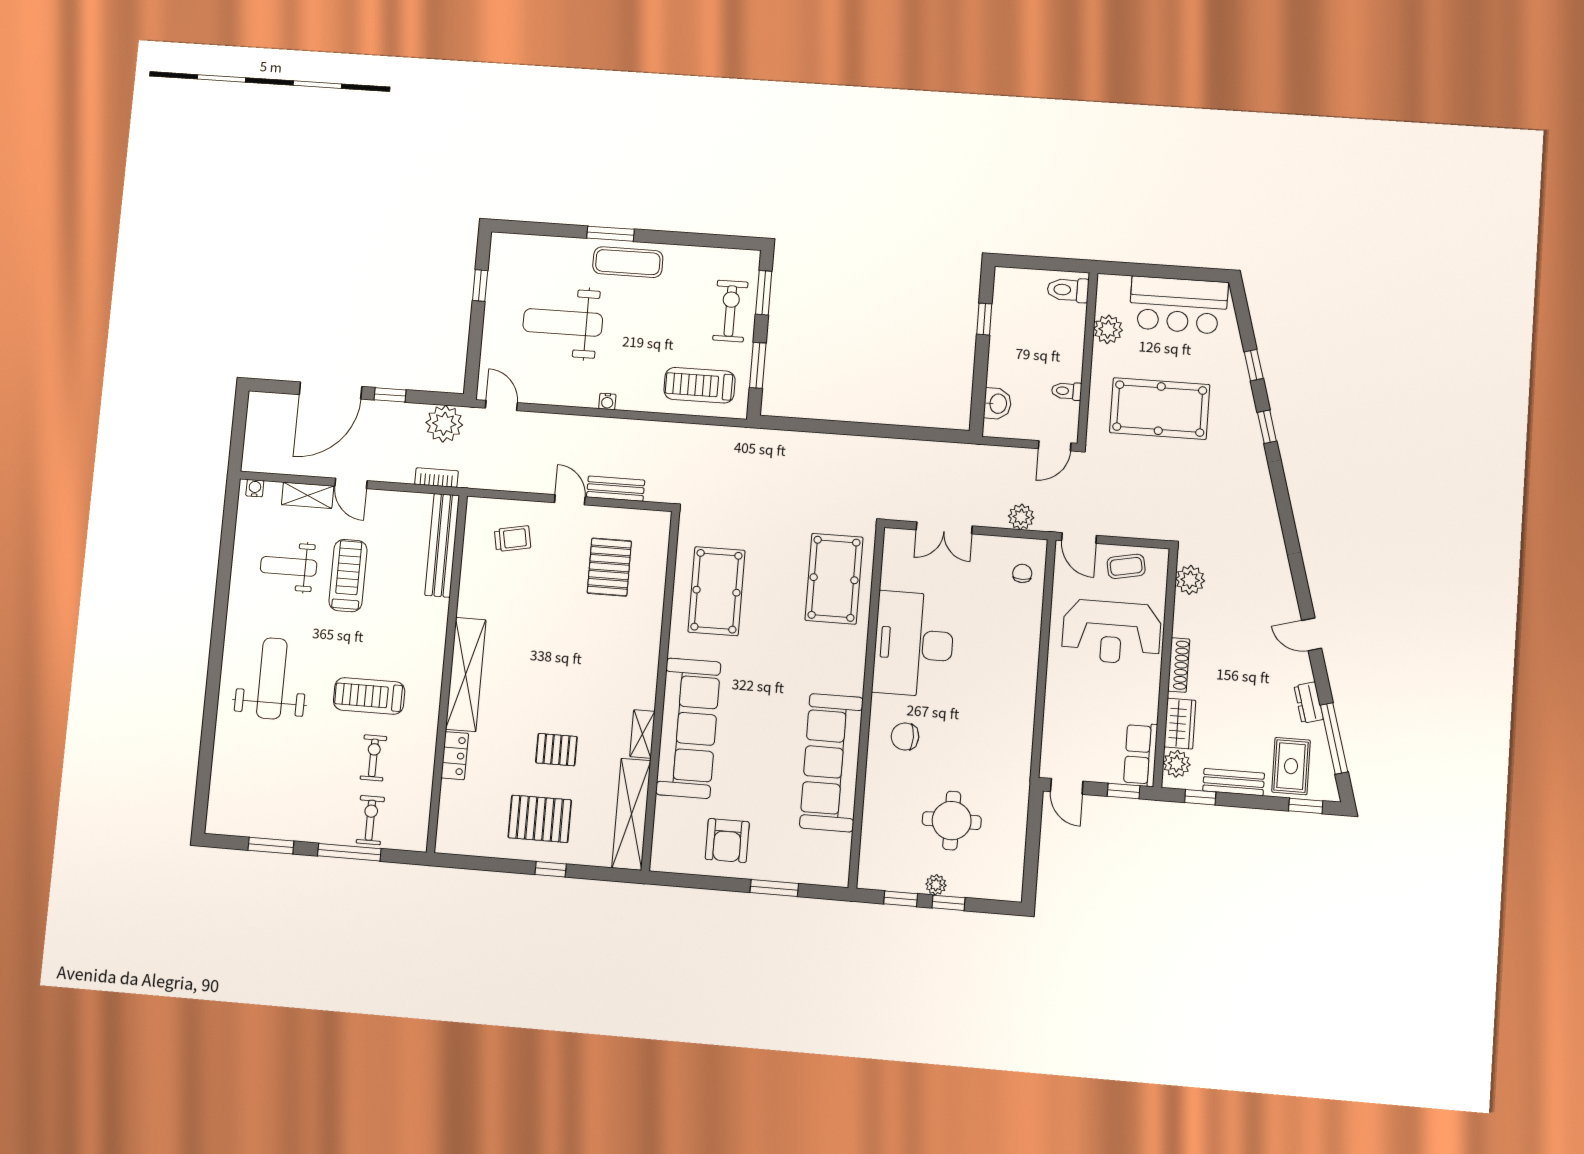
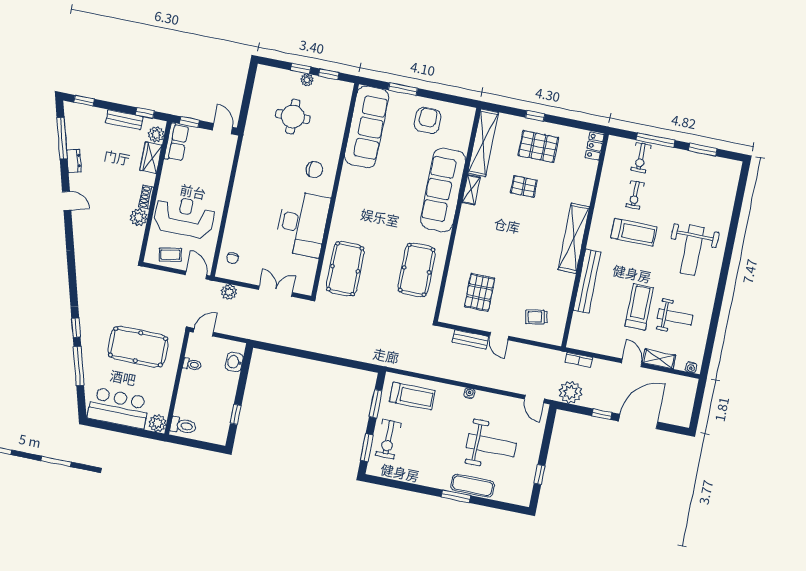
exercise mat: (628, 262) -> (473, 486), moved
plant: (1108, 329) -> (157, 423), moved
window: (1254, 365) -> (79, 366), width x2.17
bench: (442, 545) -> (587, 281), moved
treadmill: (348, 576) -> (639, 307), turned 180
plant: (1190, 580) -> (139, 217), moved
shoe rack: (1179, 665) -> (146, 197), width x0.70
locker: (455, 756) -> (595, 146), moved
sofa: (831, 763) -> (367, 127), moved
rug: (1291, 766) -> (89, 125), removed

